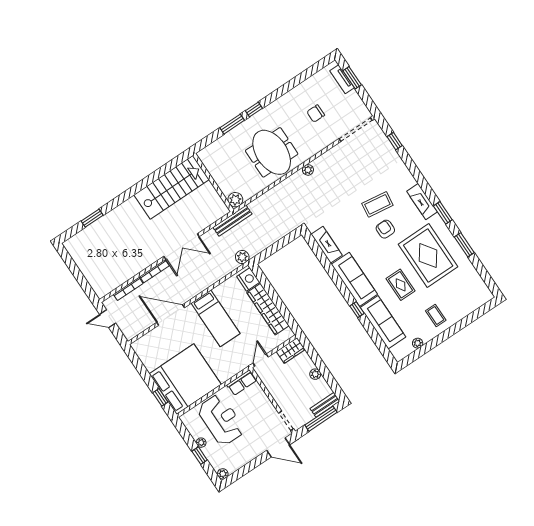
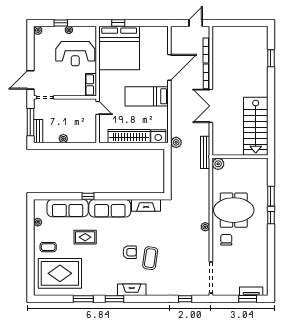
chair: (316, 114) -> (226, 240), moved
rug: (428, 256) -> (60, 273), moved
wardrobe: (291, 351) -> (91, 133), removed

